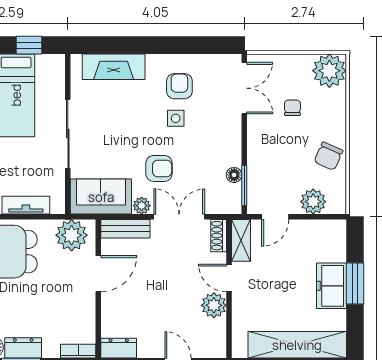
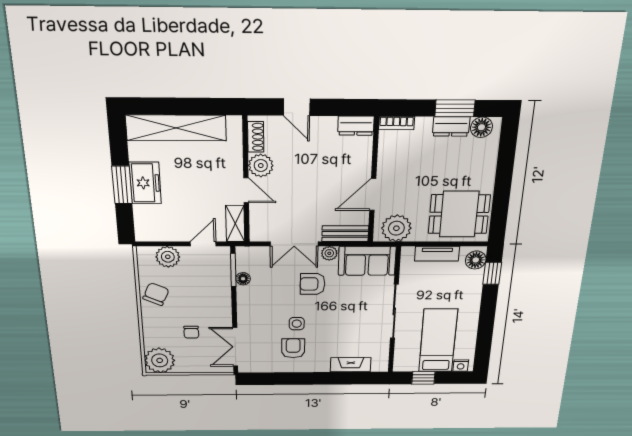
fireplace: (114, 67) -> (351, 365), width x0.73, depth x0.76
armchair: (179, 86) -> (293, 348), turned 180
shoe rack: (219, 236) -> (256, 137), moved

